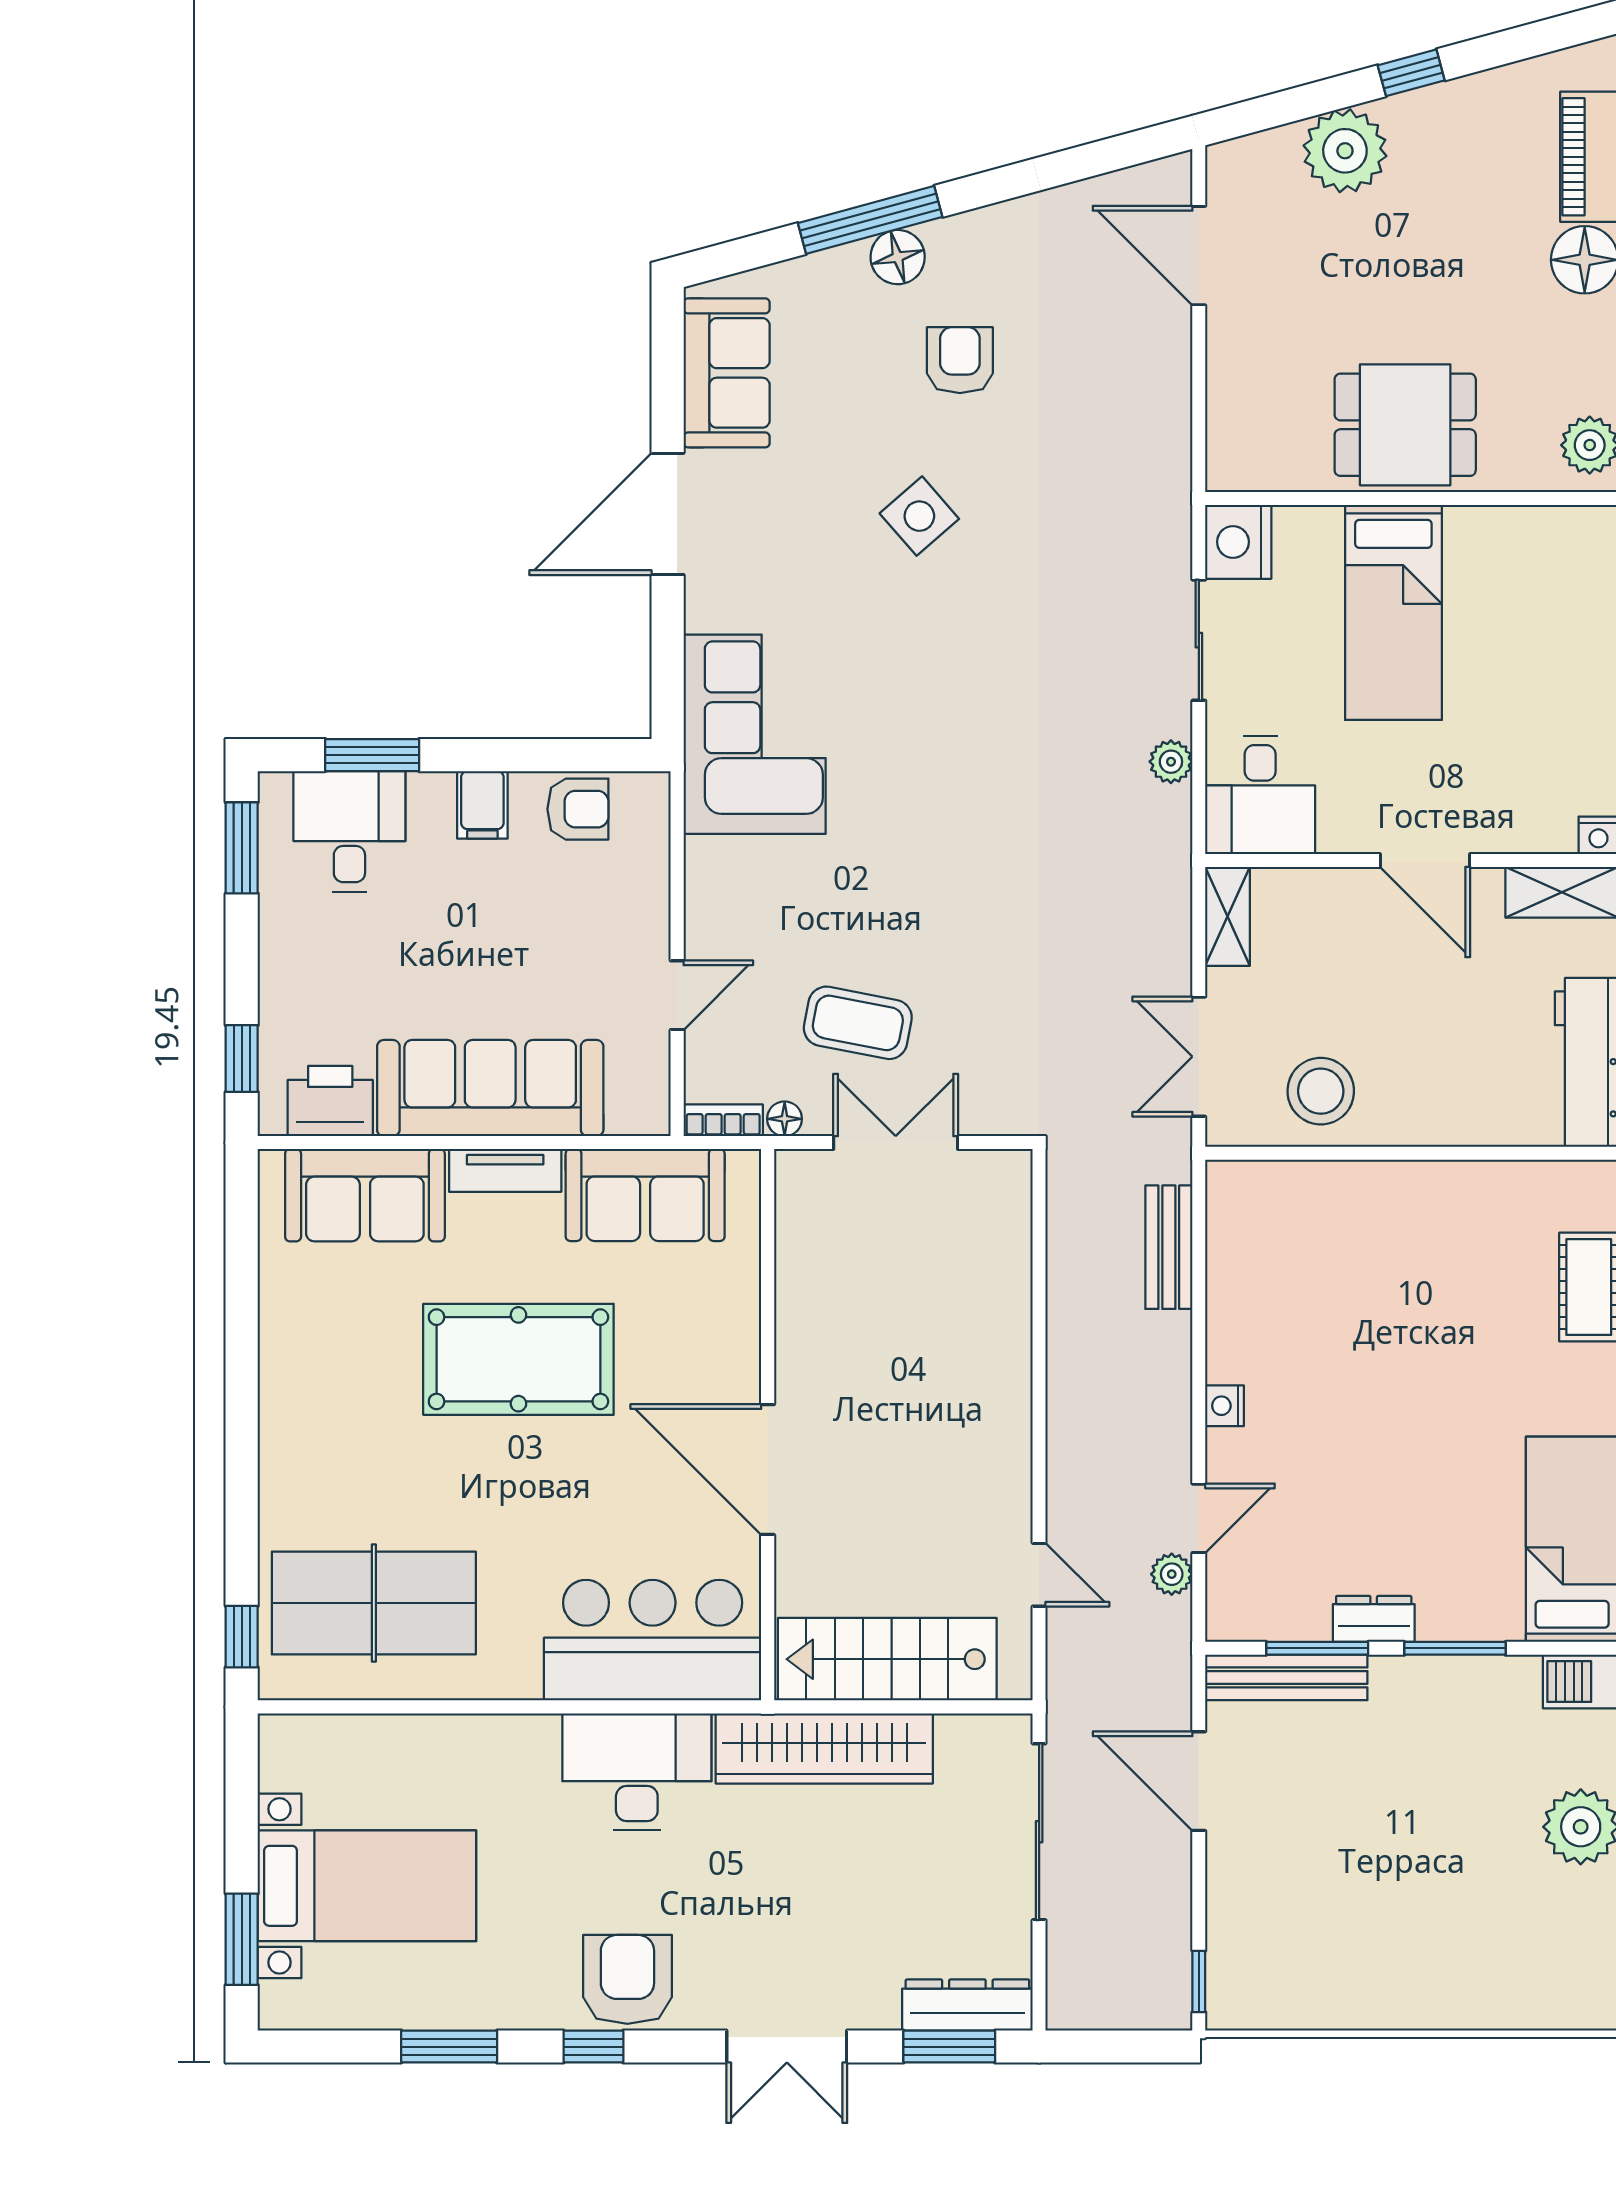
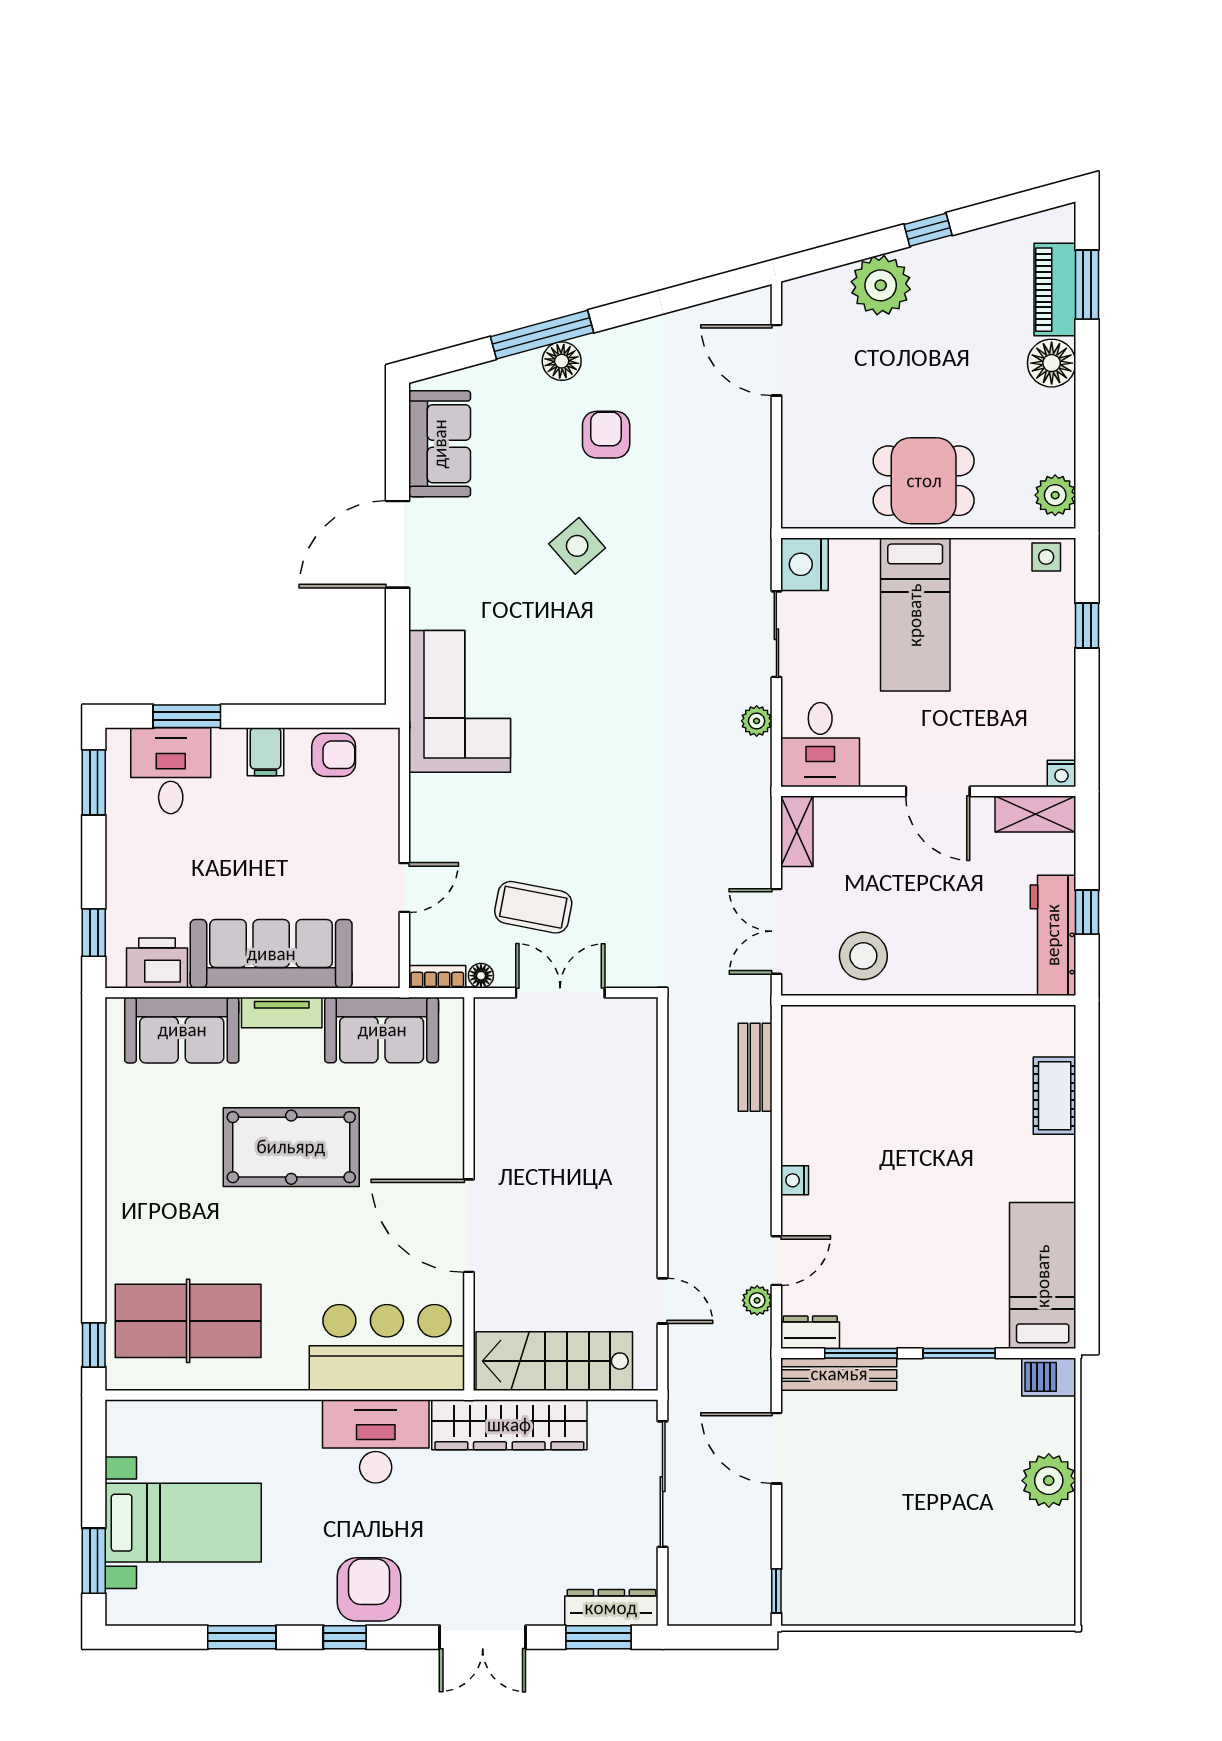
side table: (1577, 532) -> (1046, 557), added
dresser: (1374, 1619) -> (810, 1332), moved

